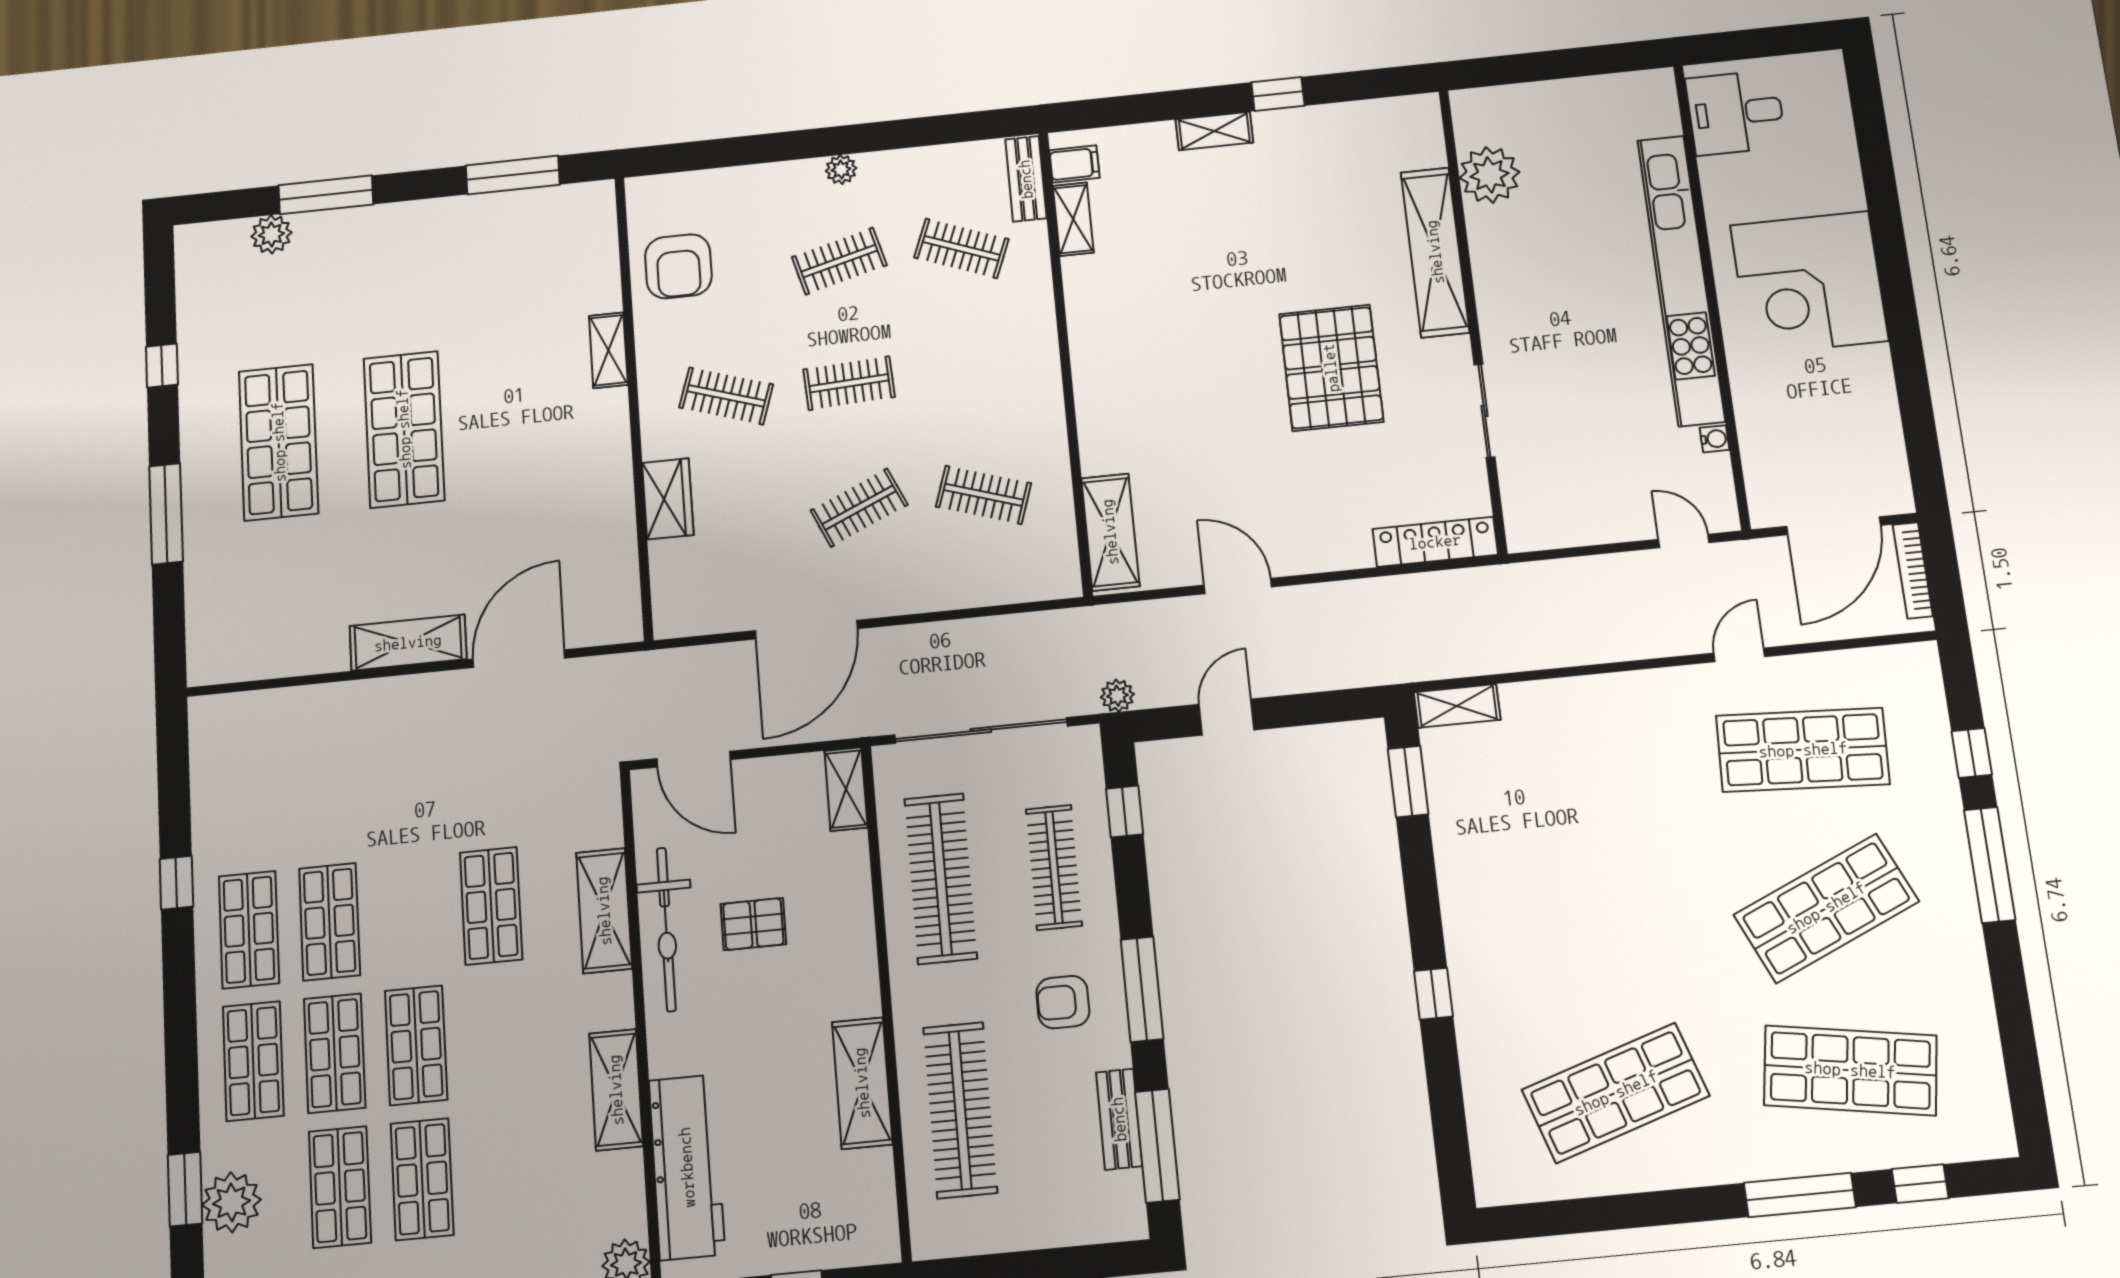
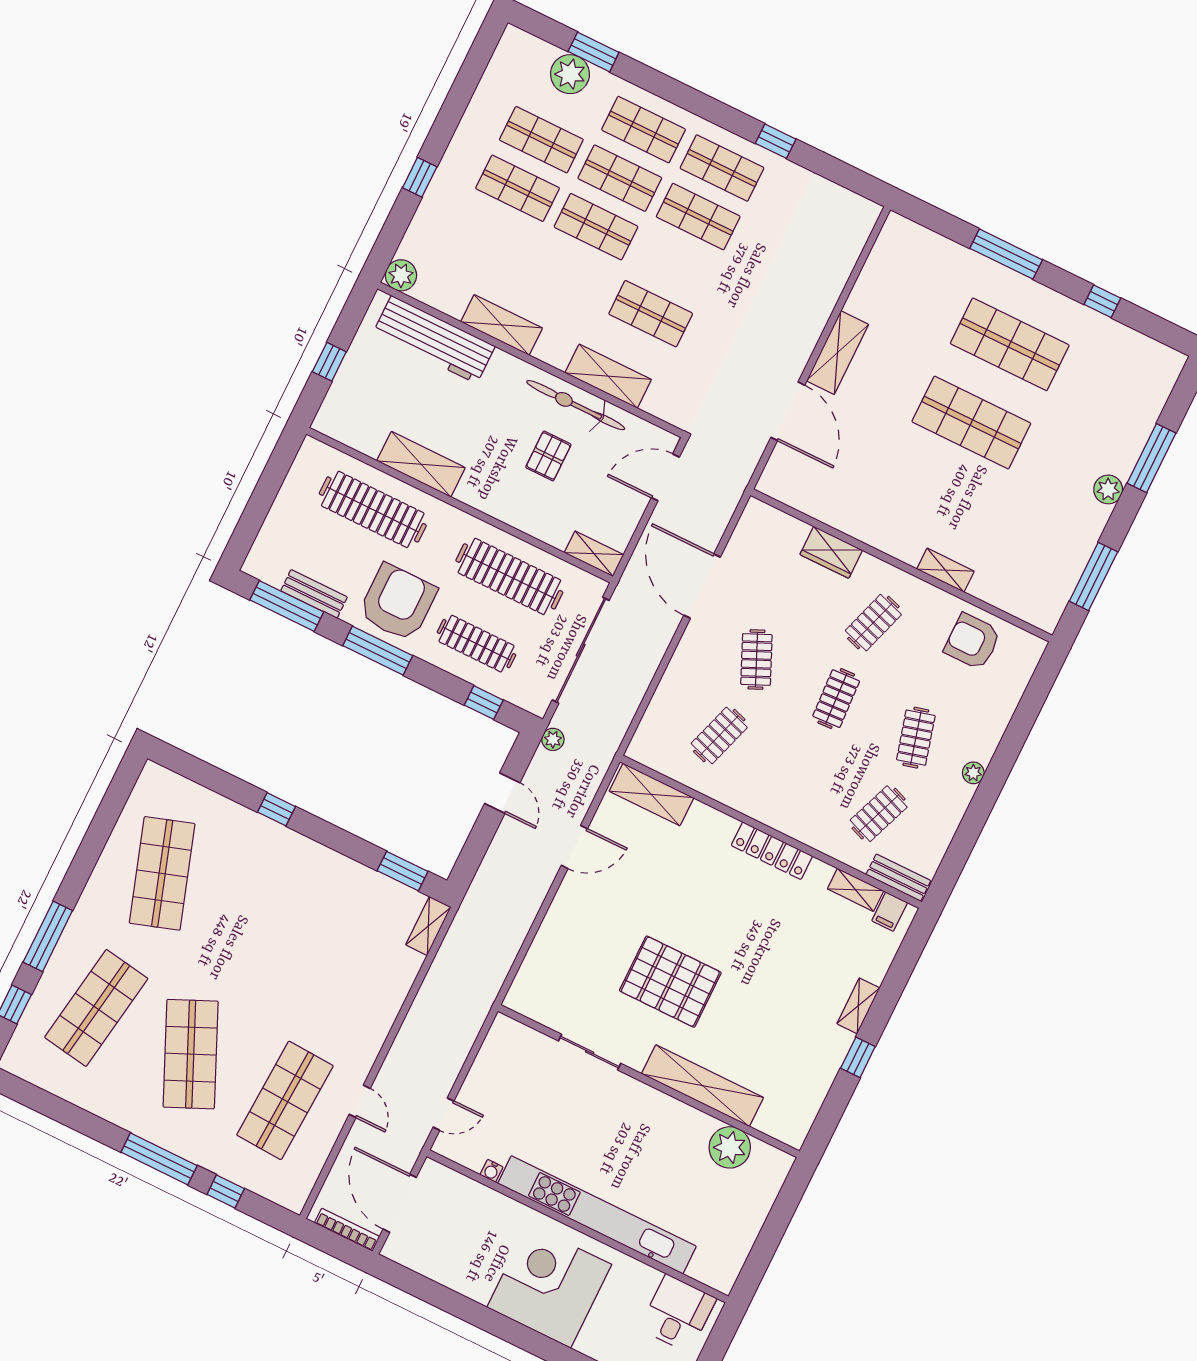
plant: (271, 234) -> (1108, 489), moved
locker: (1435, 542) -> (772, 851), moved, turned 90
armchair: (1063, 1002) -> (398, 602), width x1.88, depth x1.88

